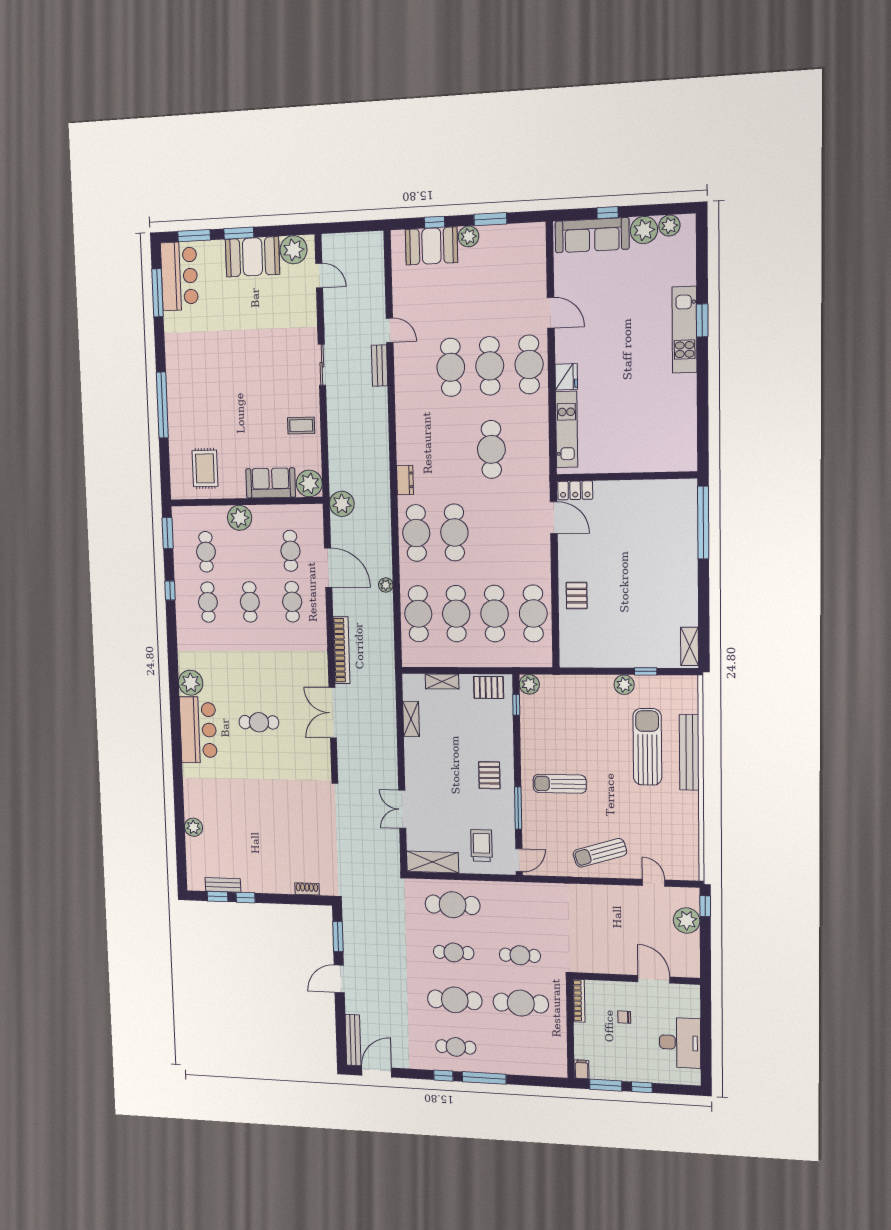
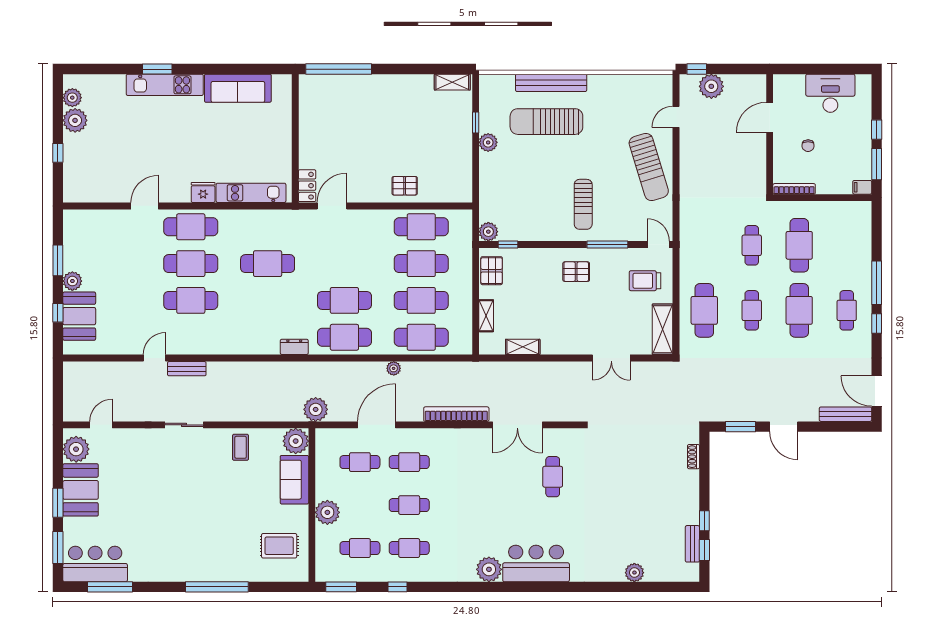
sofa: (592, 235) -> (238, 88), moved, turned 90
cafe table: (259, 722) -> (553, 477), moved
sun lounger: (600, 853) -> (649, 167), width x1.36, depth x1.34

